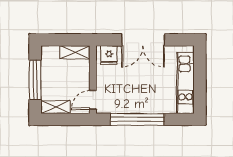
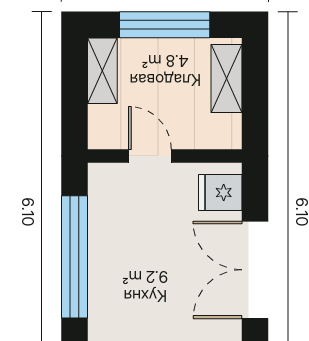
shelving: (75, 52) -> (227, 78), moved
door: (93, 100) -> (150, 156), moved

